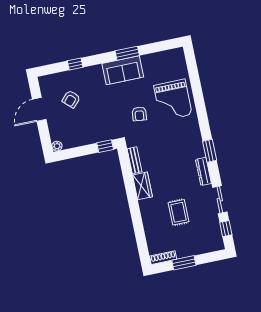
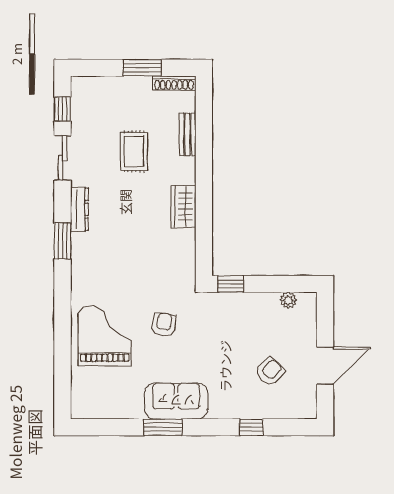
plant: (57, 146) -> (288, 300), moved
bench: (134, 160) -> (188, 134), moved

